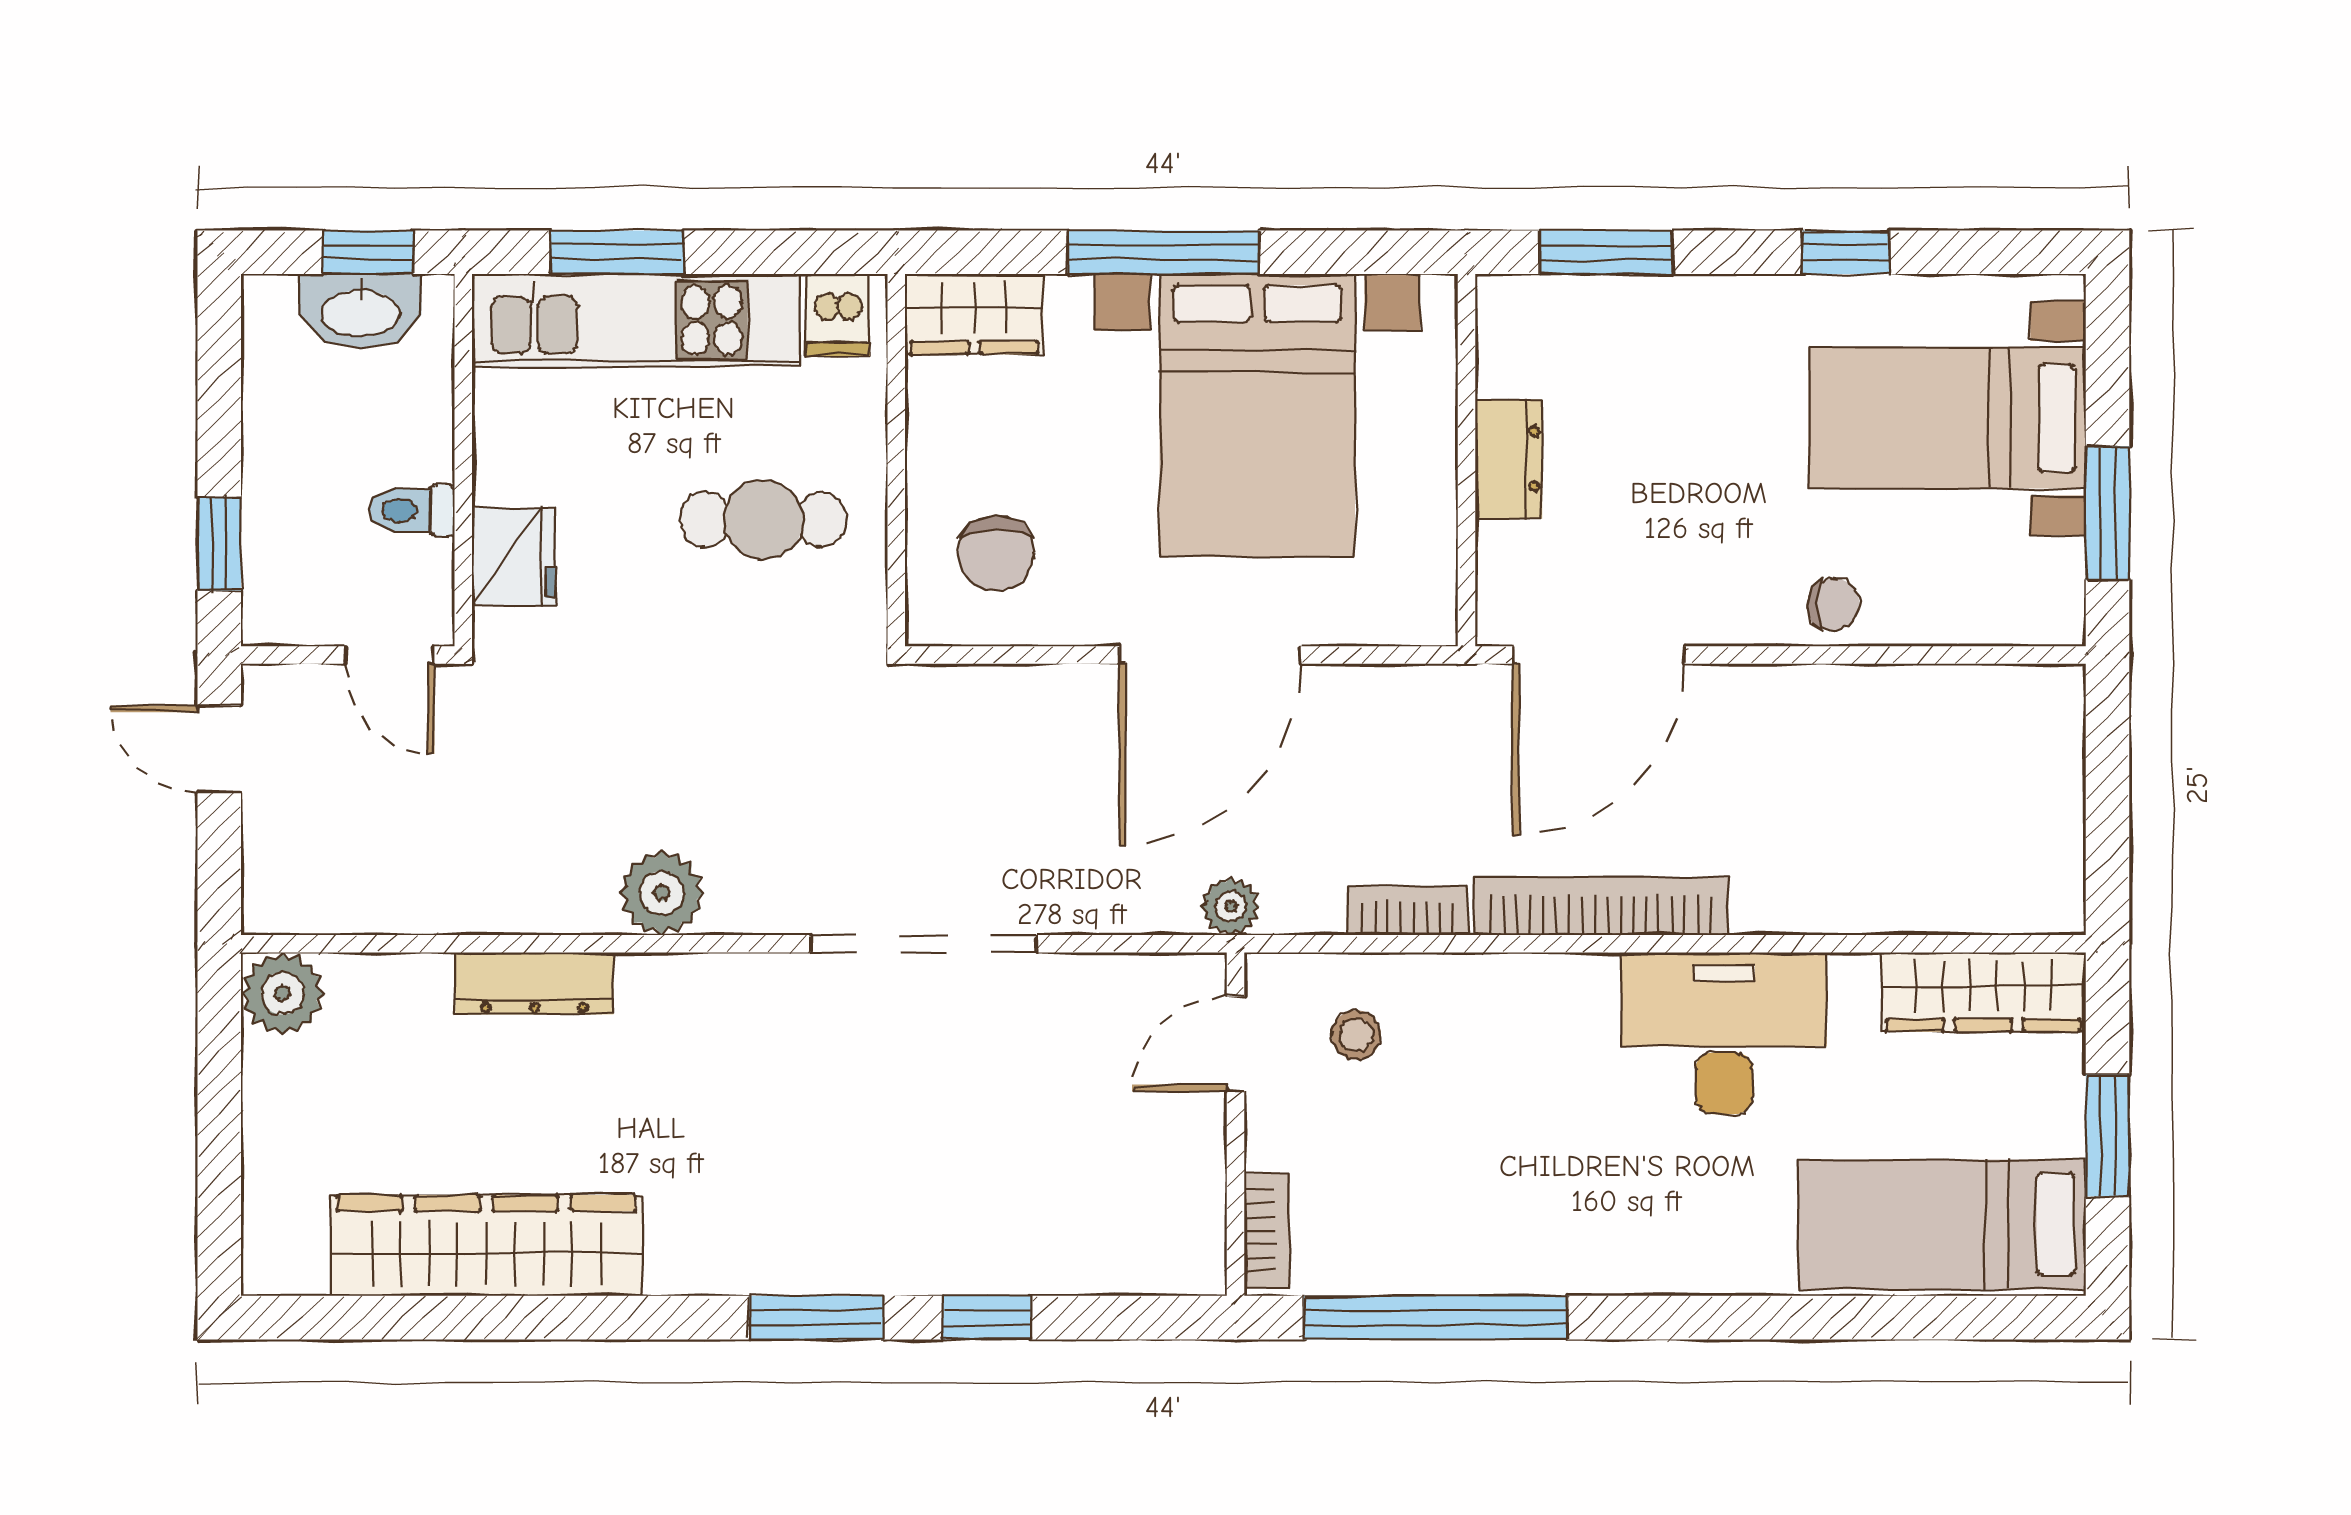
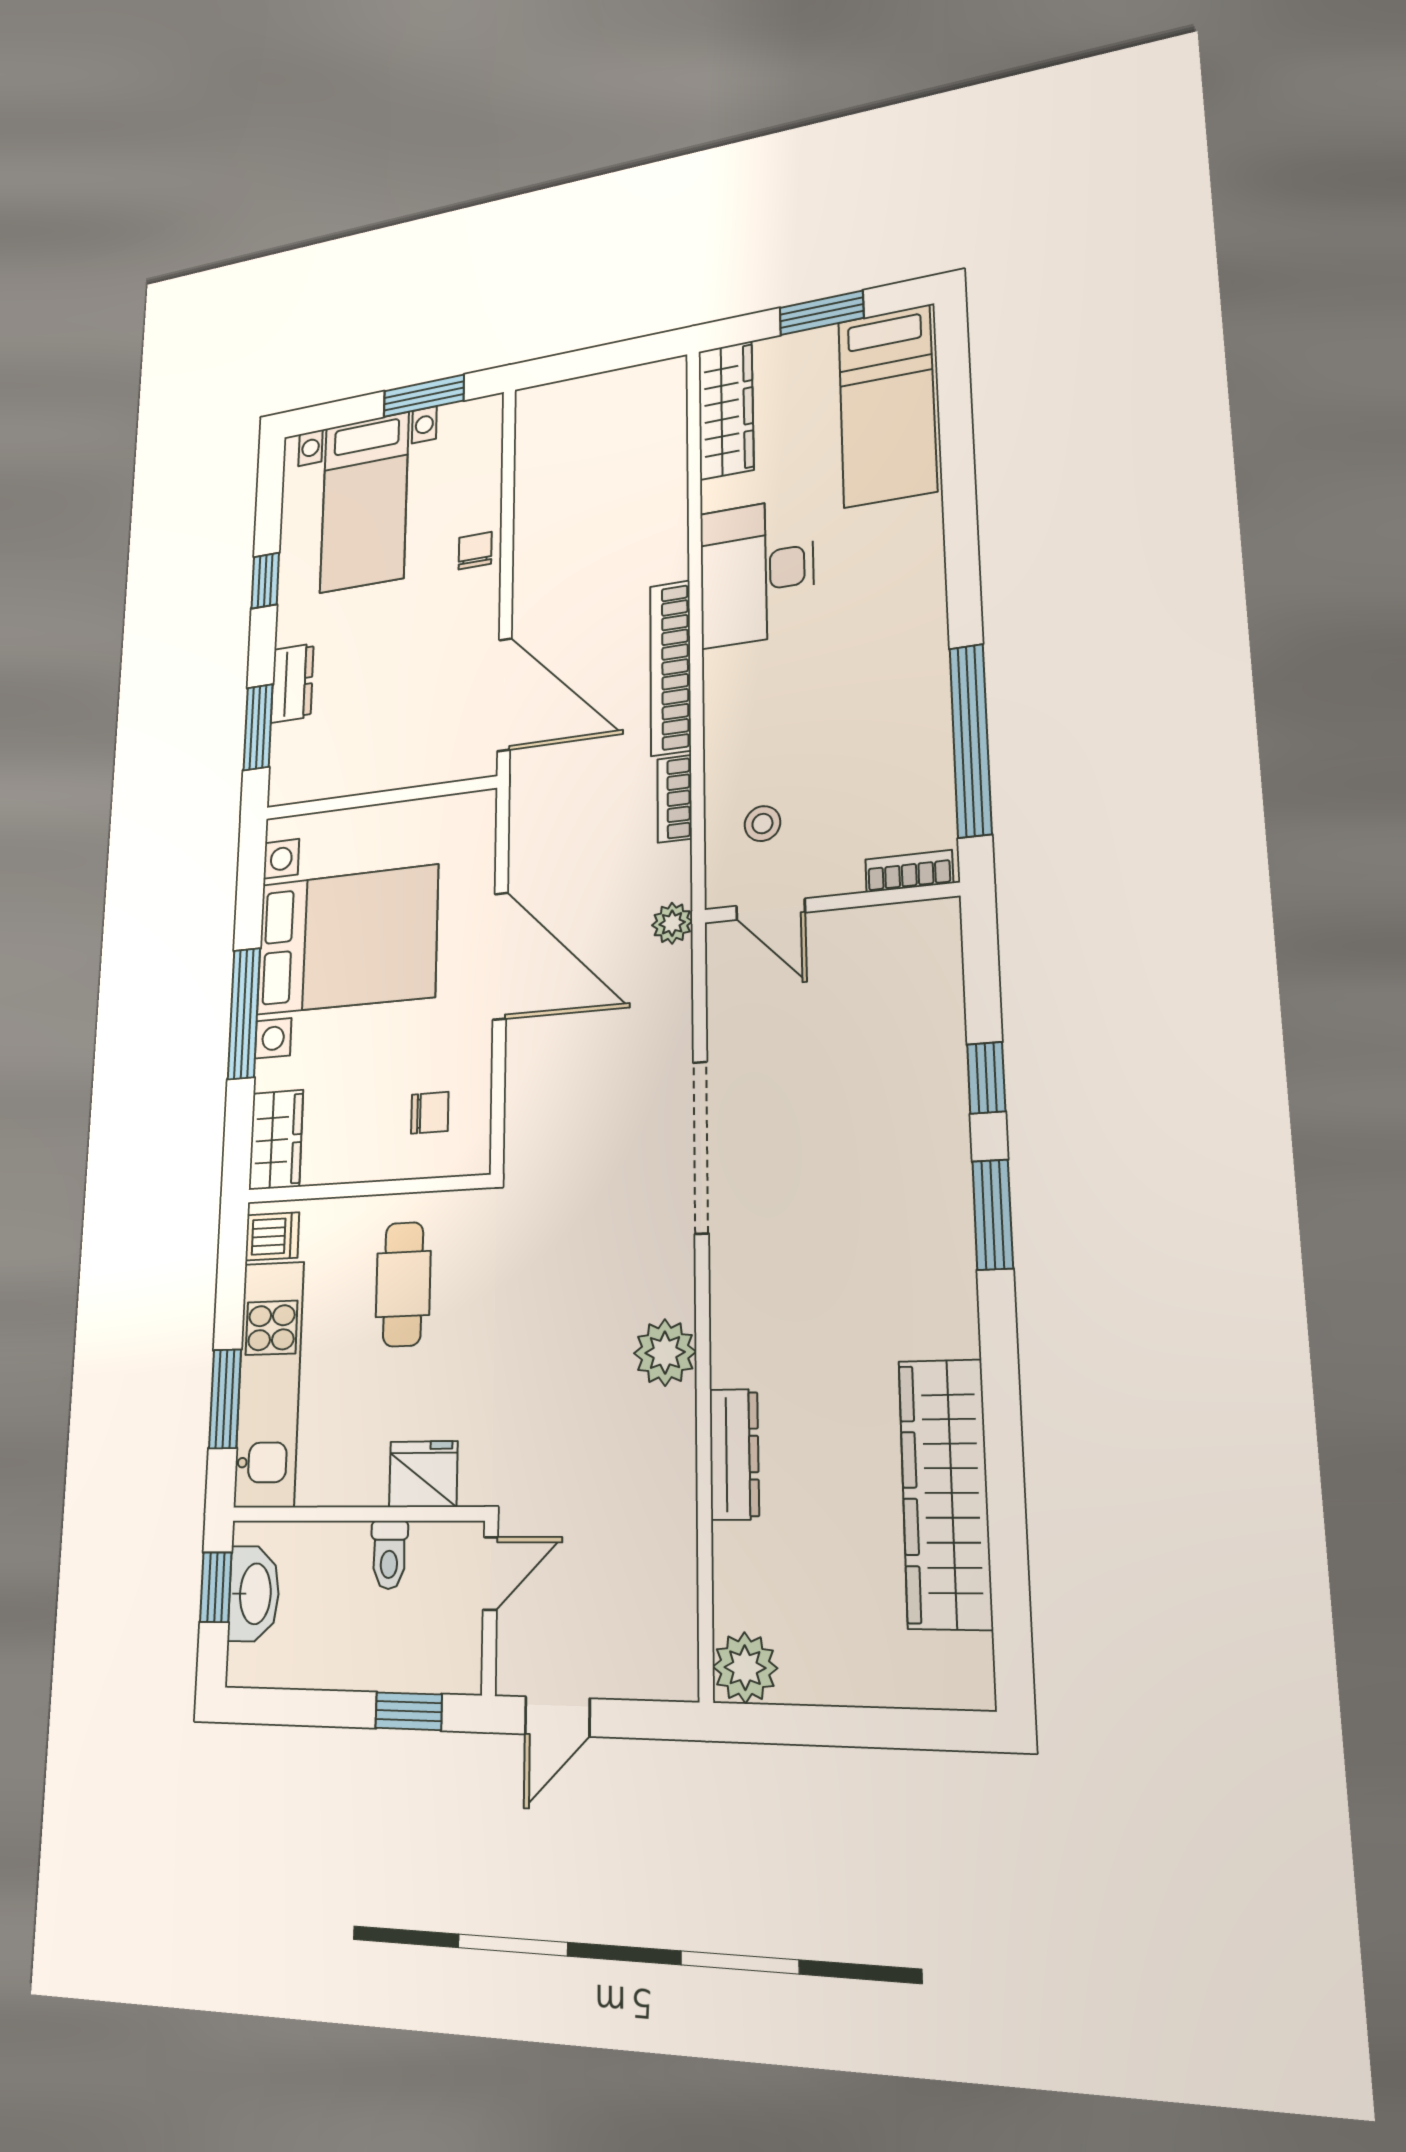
dresser: (1509, 459) -> (292, 683), moved, turned 90
chair: (996, 553) -> (430, 1113), width x0.73, depth x0.73

